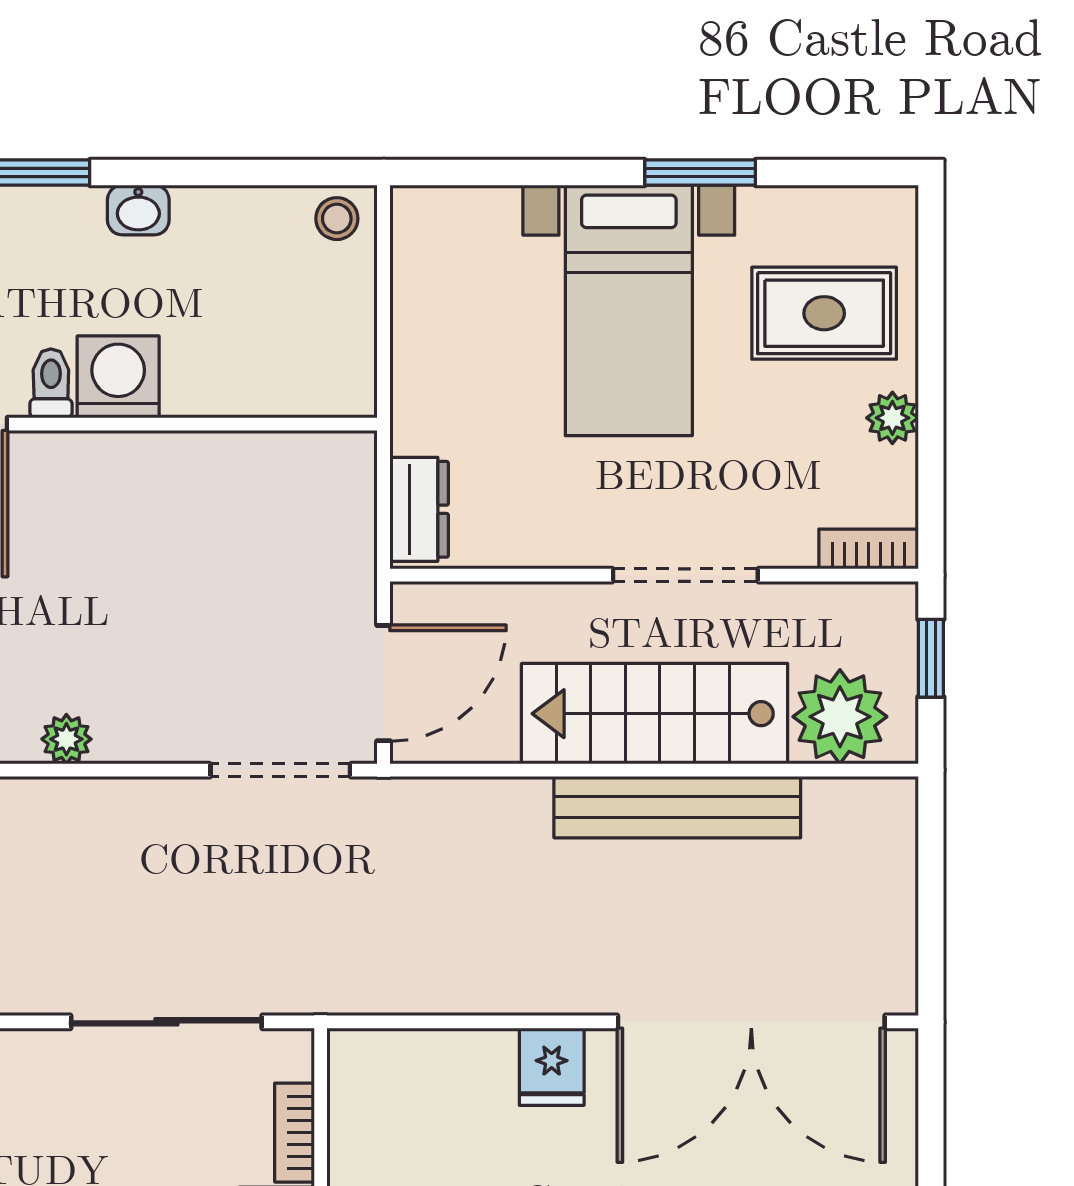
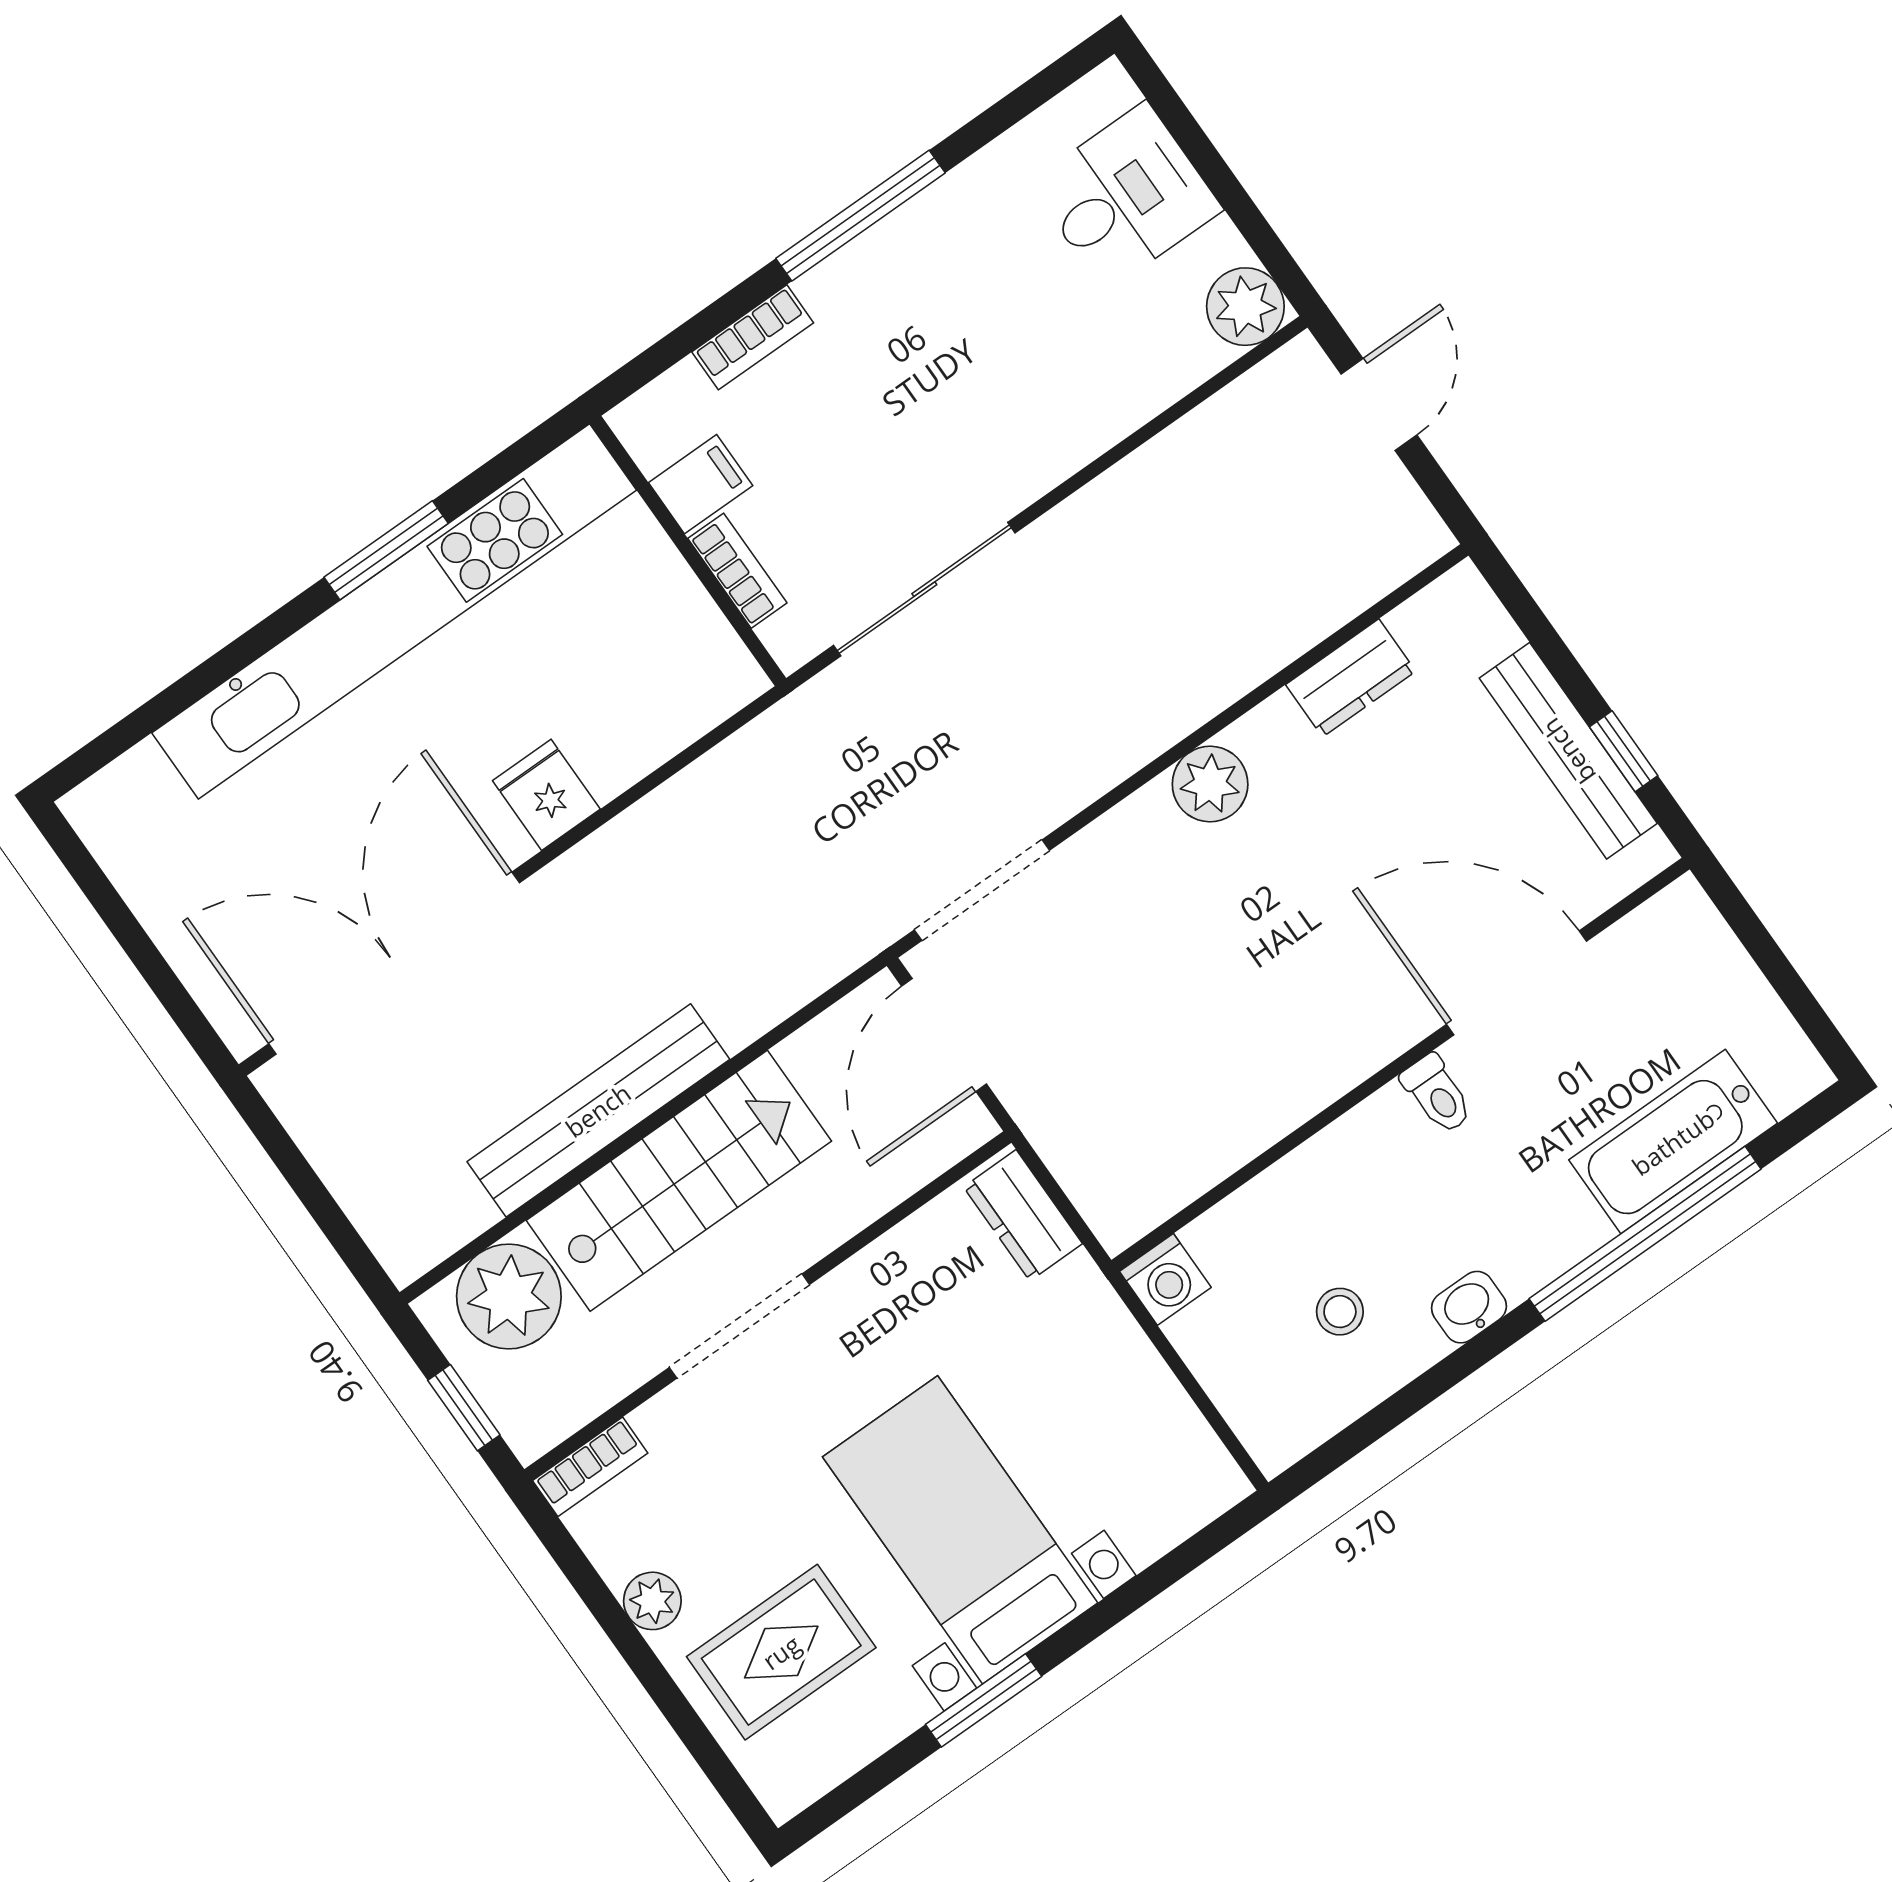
stool: (337, 219) -> (1340, 1312), moved
washing machine: (118, 377) -> (1165, 1279), moved, width x0.73, depth x0.73
plant: (66, 739) -> (1210, 784), width x1.38, depth x1.38

